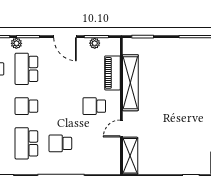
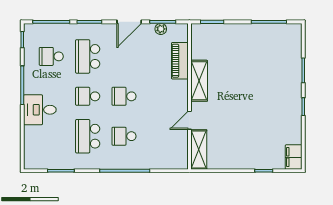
door: (65, 37) -> (129, 22), hinge flipped
plant: (16, 43) -> (77, 29), removed
shelving: (130, 83) -> (199, 81), width x0.68
school desk: (94, 106) -> (124, 96), moved

